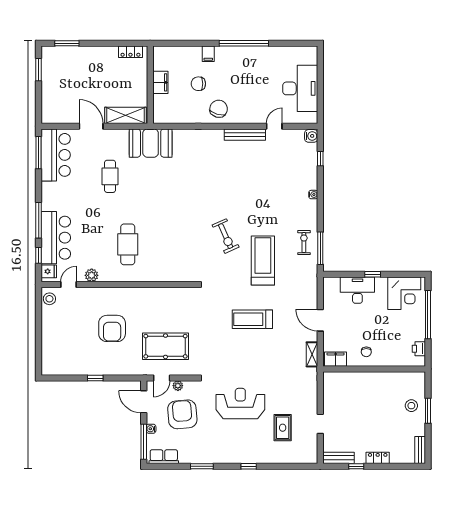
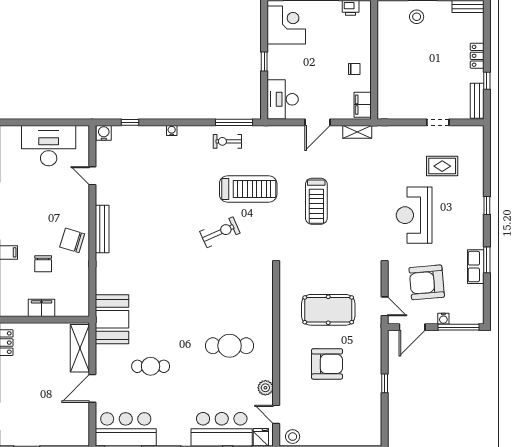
bench: (245, 135) -> (102, 229), moved
treadmill: (263, 260) -> (248, 189), turned 180
desk: (357, 290) -> (283, 99), moved
pool table: (165, 346) -> (328, 310), moved, turned 90
plant: (178, 386) -> (393, 288), removed
row of seats: (164, 457) -> (476, 267), moved

